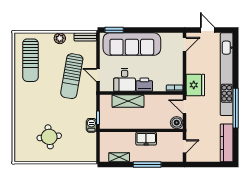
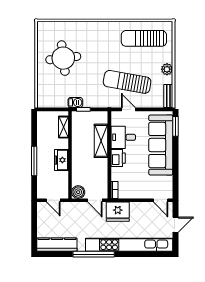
door: (98, 75) -> (128, 109), hinge flipped
door: (184, 107) -> (95, 200), swing flipped
round table: (49, 137) -> (63, 58), width x1.36, depth x1.36
shelving: (119, 157) -> (63, 127), moved

